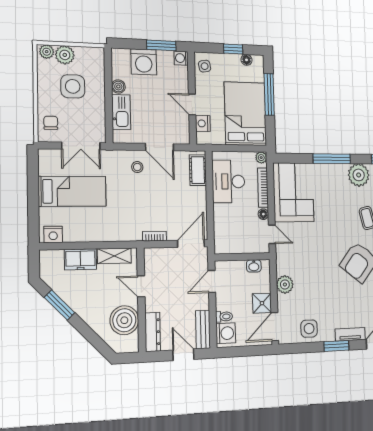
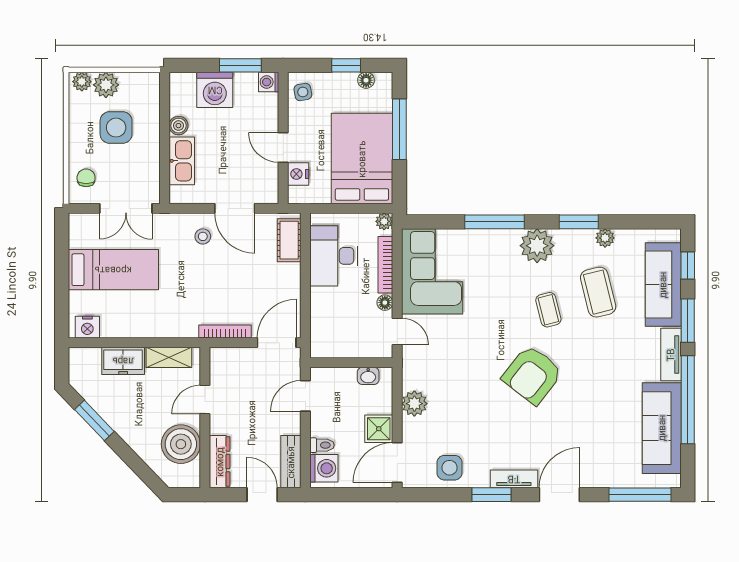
bookcase: (155, 236) -> (225, 331), width x1.56
door: (141, 286) -> (205, 400), hinge flipped

